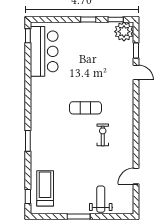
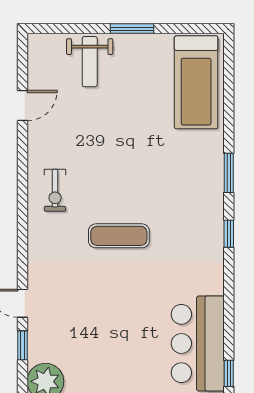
exercise bike: (103, 135) -> (55, 190), moved
treadmill: (45, 188) -> (196, 82), width x1.37, depth x1.38
window: (28, 197) -> (229, 234), moved

